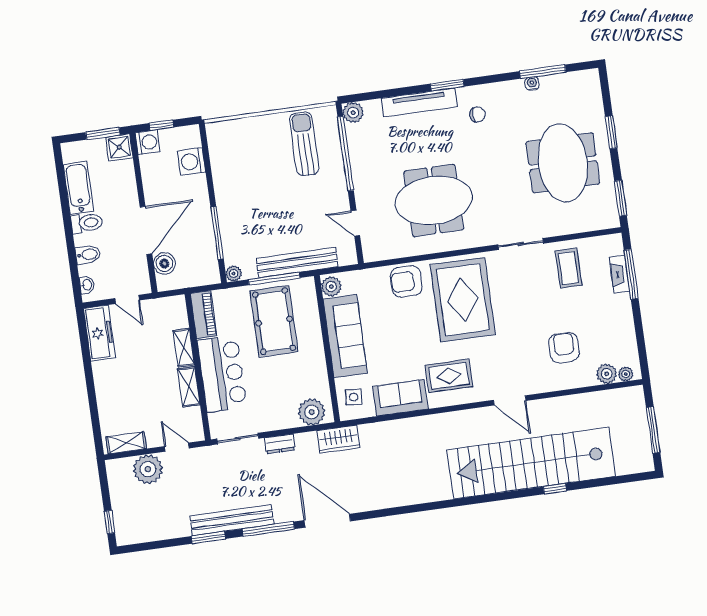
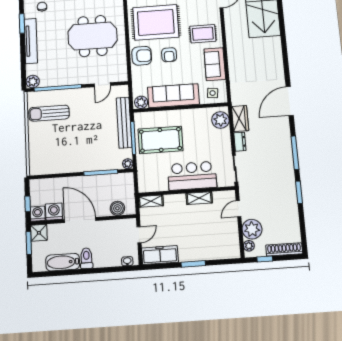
washing machine: (192, 162) -> (54, 212), moved, turned 180
meeting table: (434, 200) -> (92, 36), turned 90
door: (146, 230) -> (80, 220), moved
bidet: (88, 254) -> (107, 259), removed
armchair: (406, 281) -> (142, 56), turned -90
piano: (204, 315) -> (153, 185), removed
armchair: (411, 325) -> (169, 55), added
shelving: (184, 348) -> (151, 201), moved
rug: (449, 376) -> (203, 34), turned 90
window: (90, 384) -> (193, 264), added
wardrobe: (338, 439) -> (240, 119), moved
shelving: (126, 443) -> (234, 242), removed
plant: (123, 466) -> (249, 246), added
shoe rack: (121, 519) -> (284, 249), added
bench: (232, 520) -> (288, 176), removed
door: (327, 521) -> (290, 101), moved
window: (110, 522) -> (265, 259), moved

